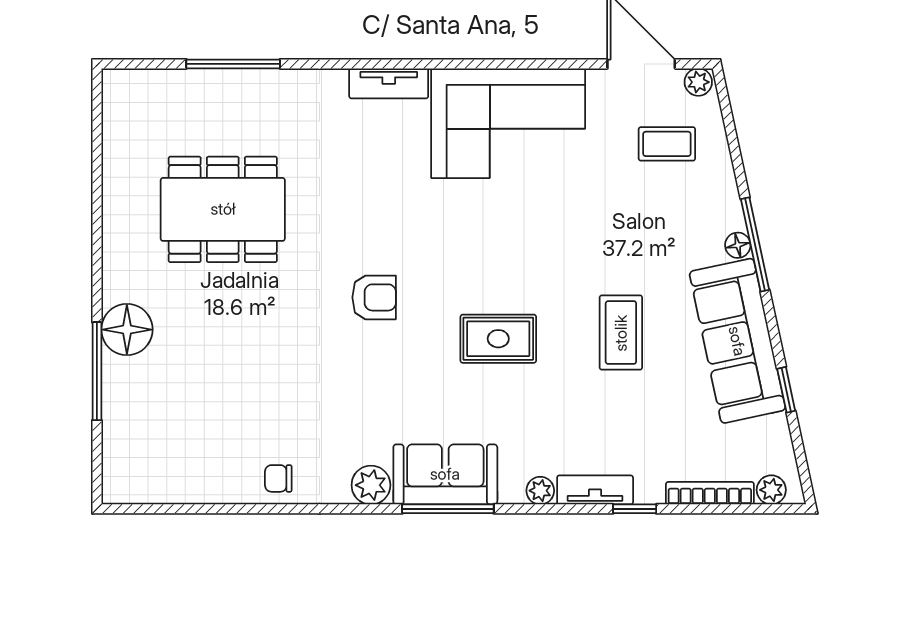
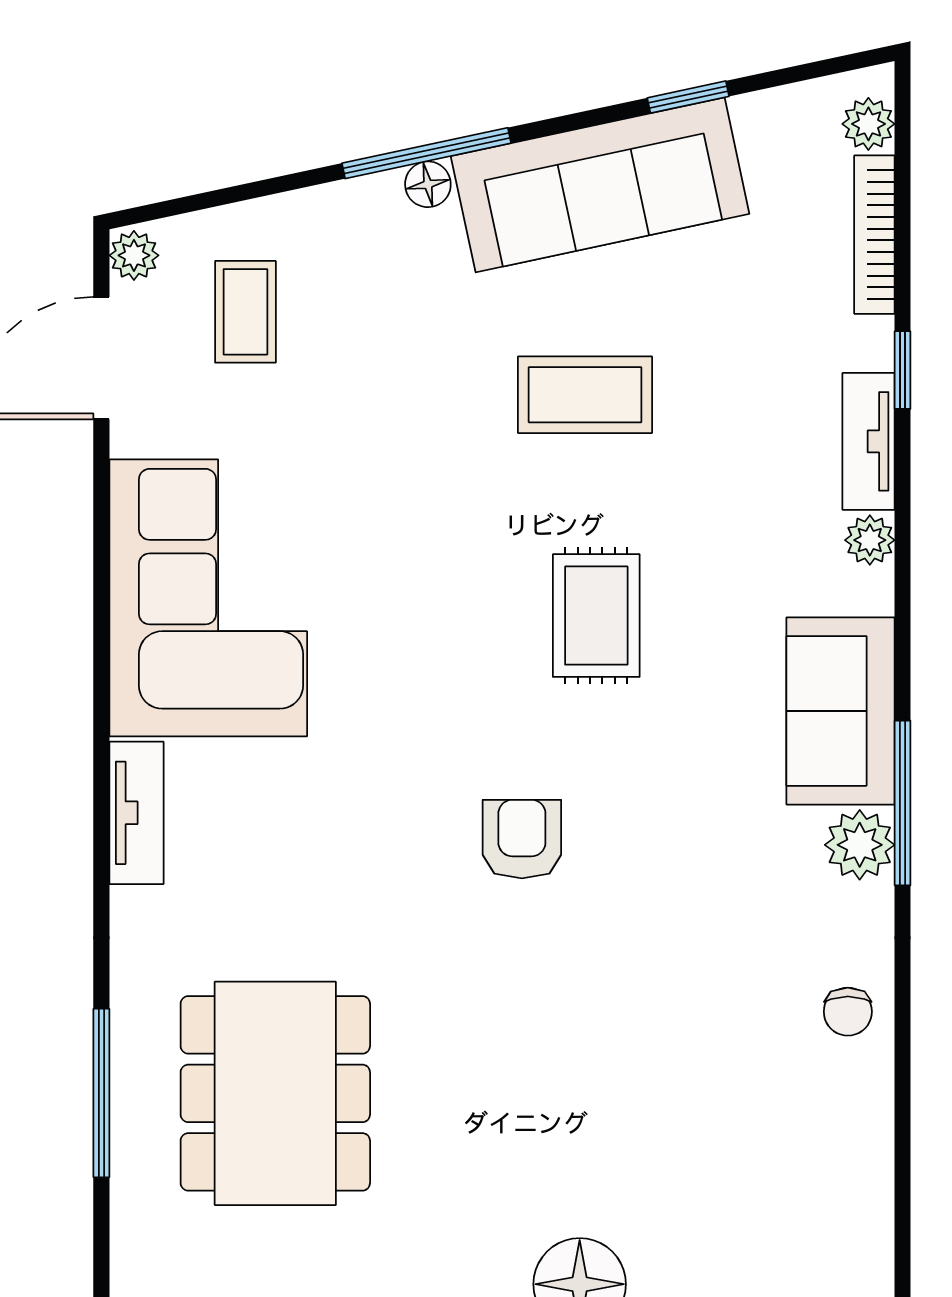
dining table: (223, 209) -> (275, 1093), moved
window: (448, 509) -> (903, 803), moved

